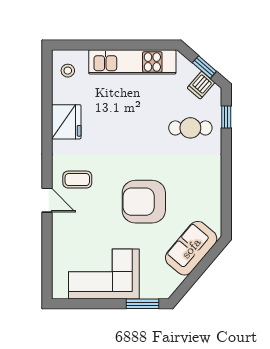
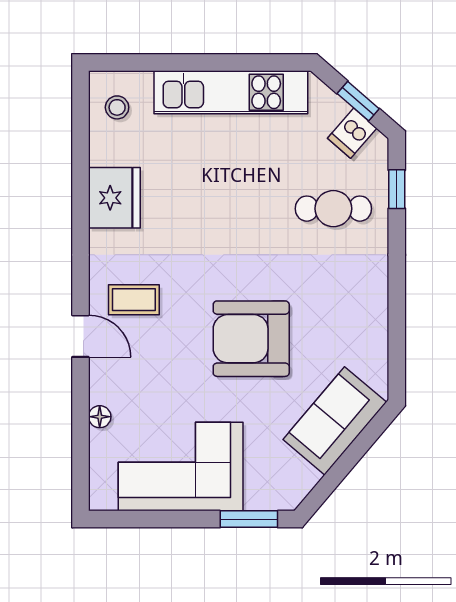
floor lamp: (58, 246) -> (100, 417), added

